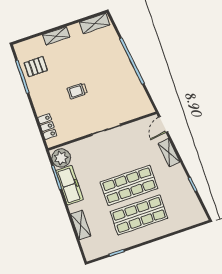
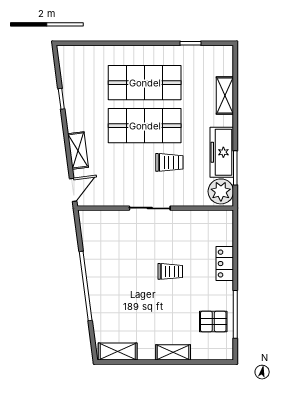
locker: (47, 126) -> (225, 264), moved
trolley: (103, 166) -> (169, 162), added

